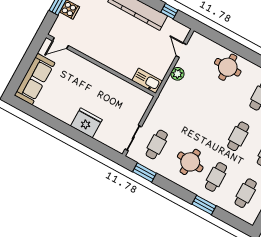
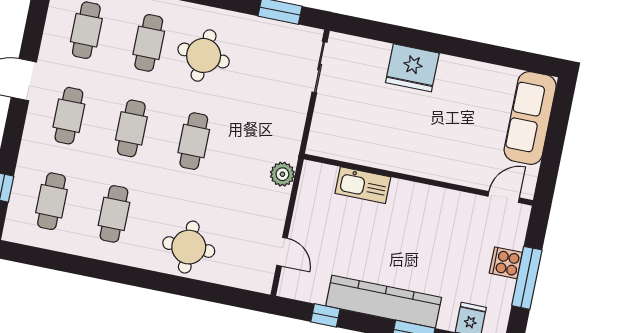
plant: (177, 74) -> (282, 174), moved
kitchen sink: (147, 81) -> (363, 185), moved
cafe table: (157, 144) -> (194, 141), moved

